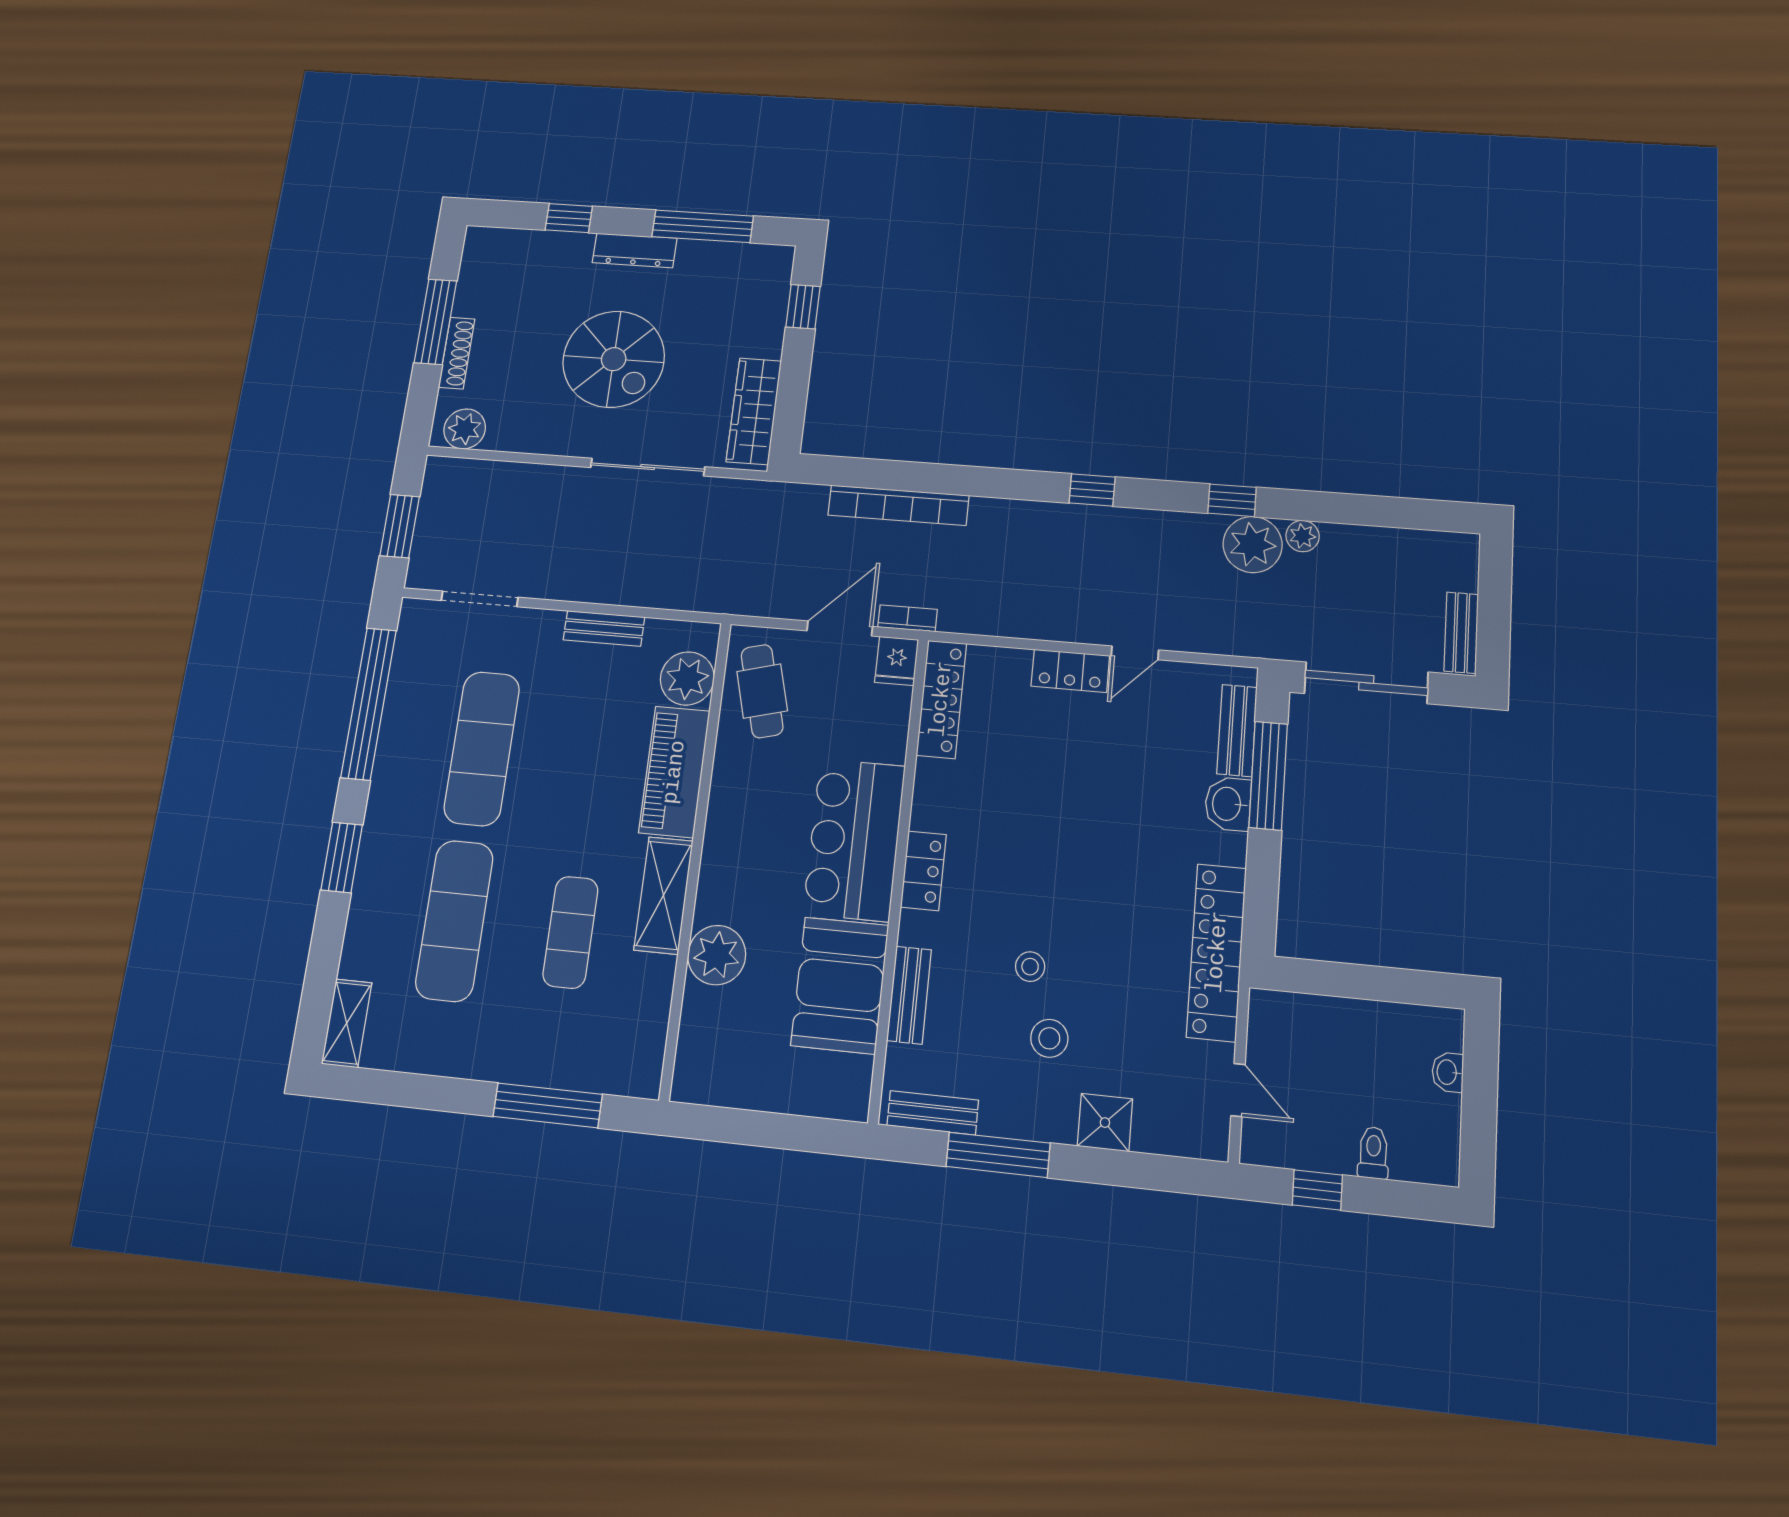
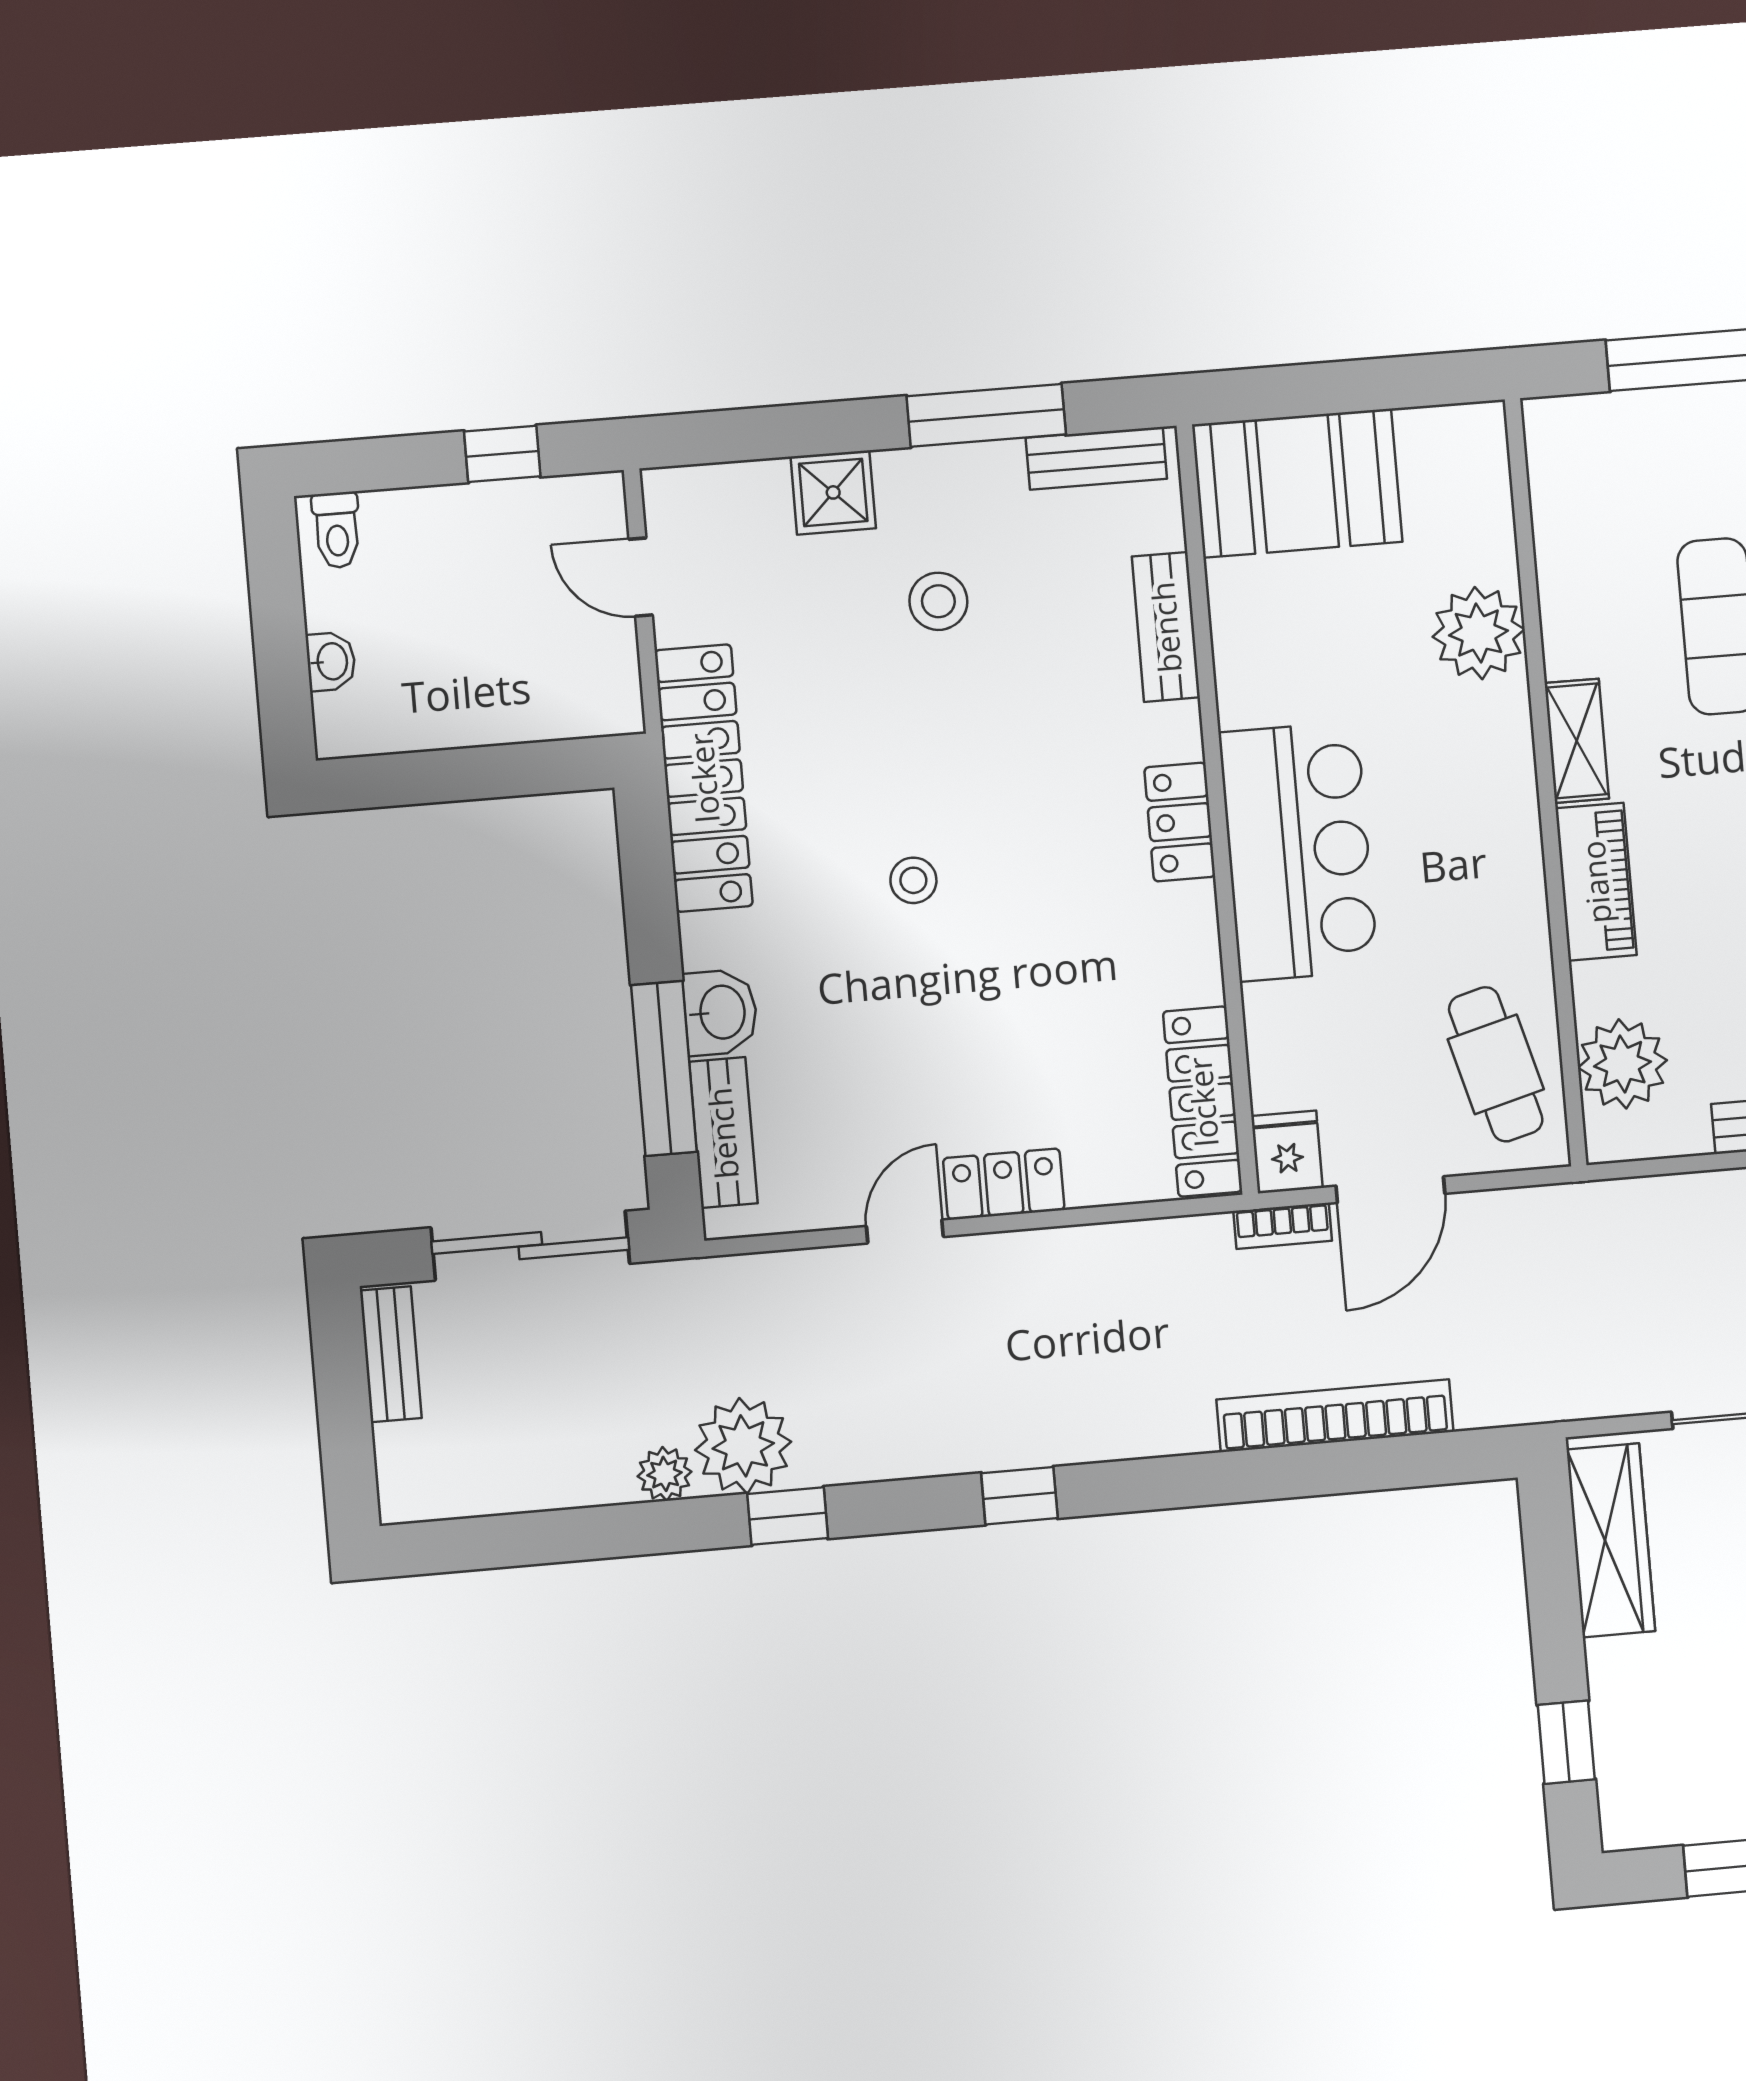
piano: (674, 772) -> (1596, 882), width x0.73, depth x0.75
shelving: (663, 895) -> (1577, 741), width x0.67, depth x0.75
stool: (1030, 967) -> (913, 880), moved
booth: (840, 985) -> (1297, 483), moved, turned 90
toilet: (1373, 1153) -> (337, 530), moved

